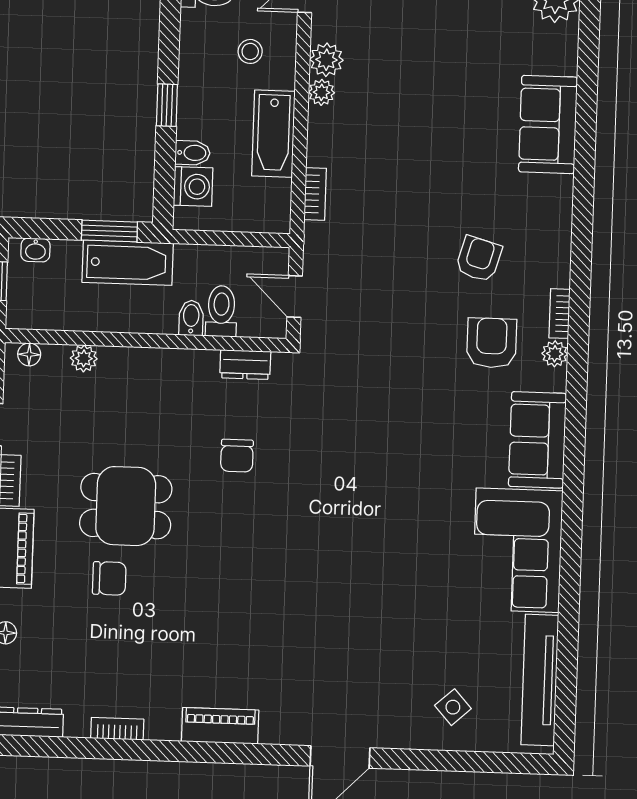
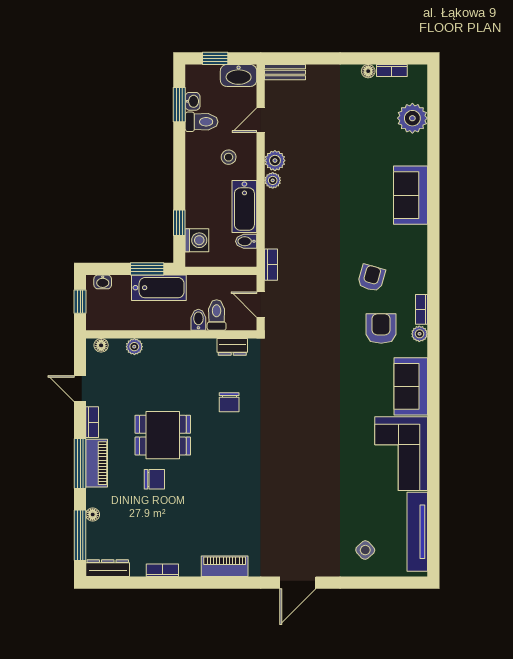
window: (167, 105) -> (179, 223), moved
bidet: (192, 153) -> (246, 241), moved, turned 180
bookcase: (315, 194) -> (271, 265), moved

